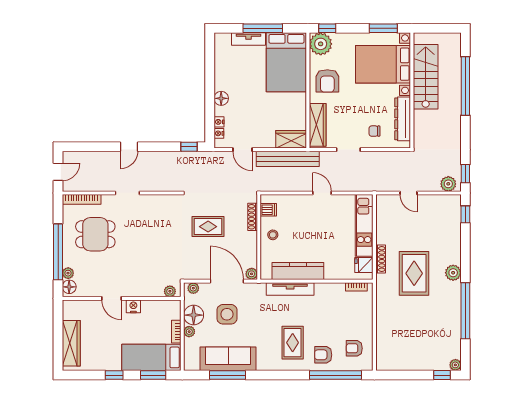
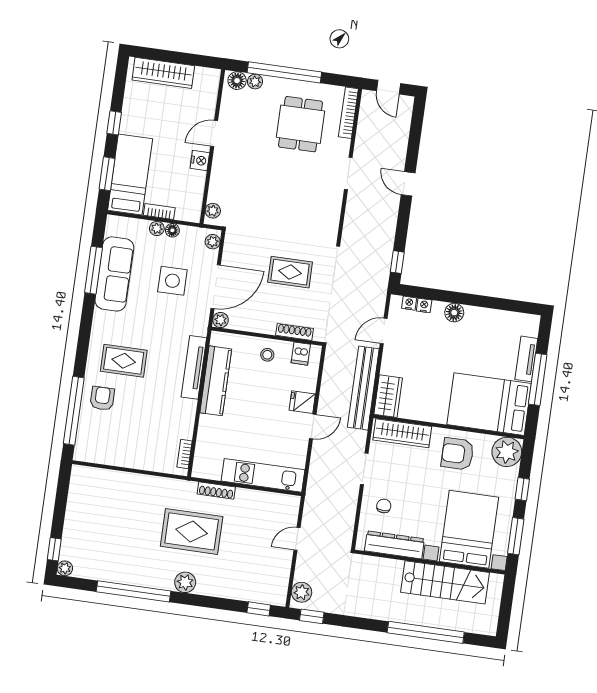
window: (327, 28) -> (522, 489), moved
rug: (208, 227) -> (290, 272), turned 90
fridge: (364, 265) -> (302, 402), moved, turned -90
floor lamp: (194, 315) -> (172, 230), width x0.53, depth x0.53
armchair: (354, 348) -> (105, 440), removed

